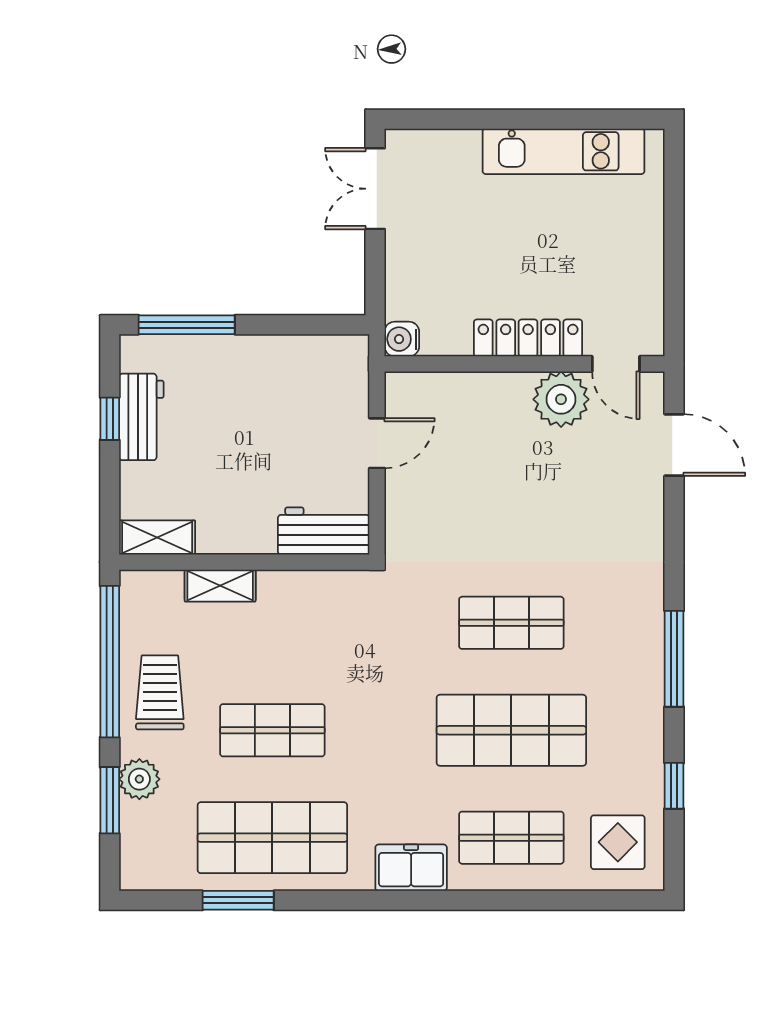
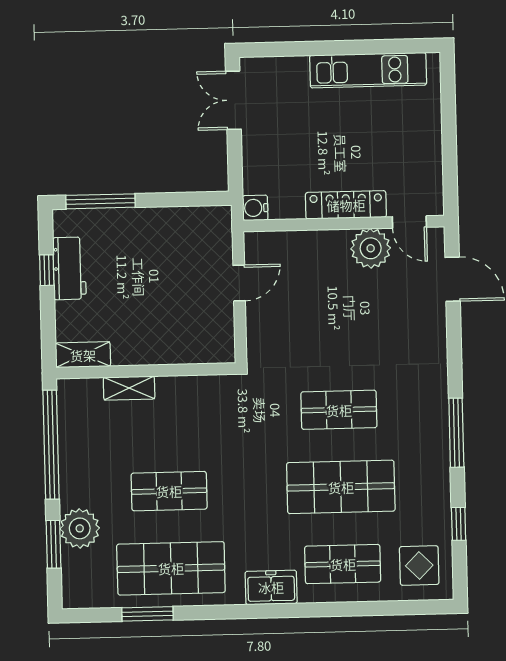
workbench: (324, 531) -> (202, 347), removed
trolley: (160, 692) -> (88, 466), removed
plant: (139, 779) -> (80, 528), width x1.36, depth x1.36

